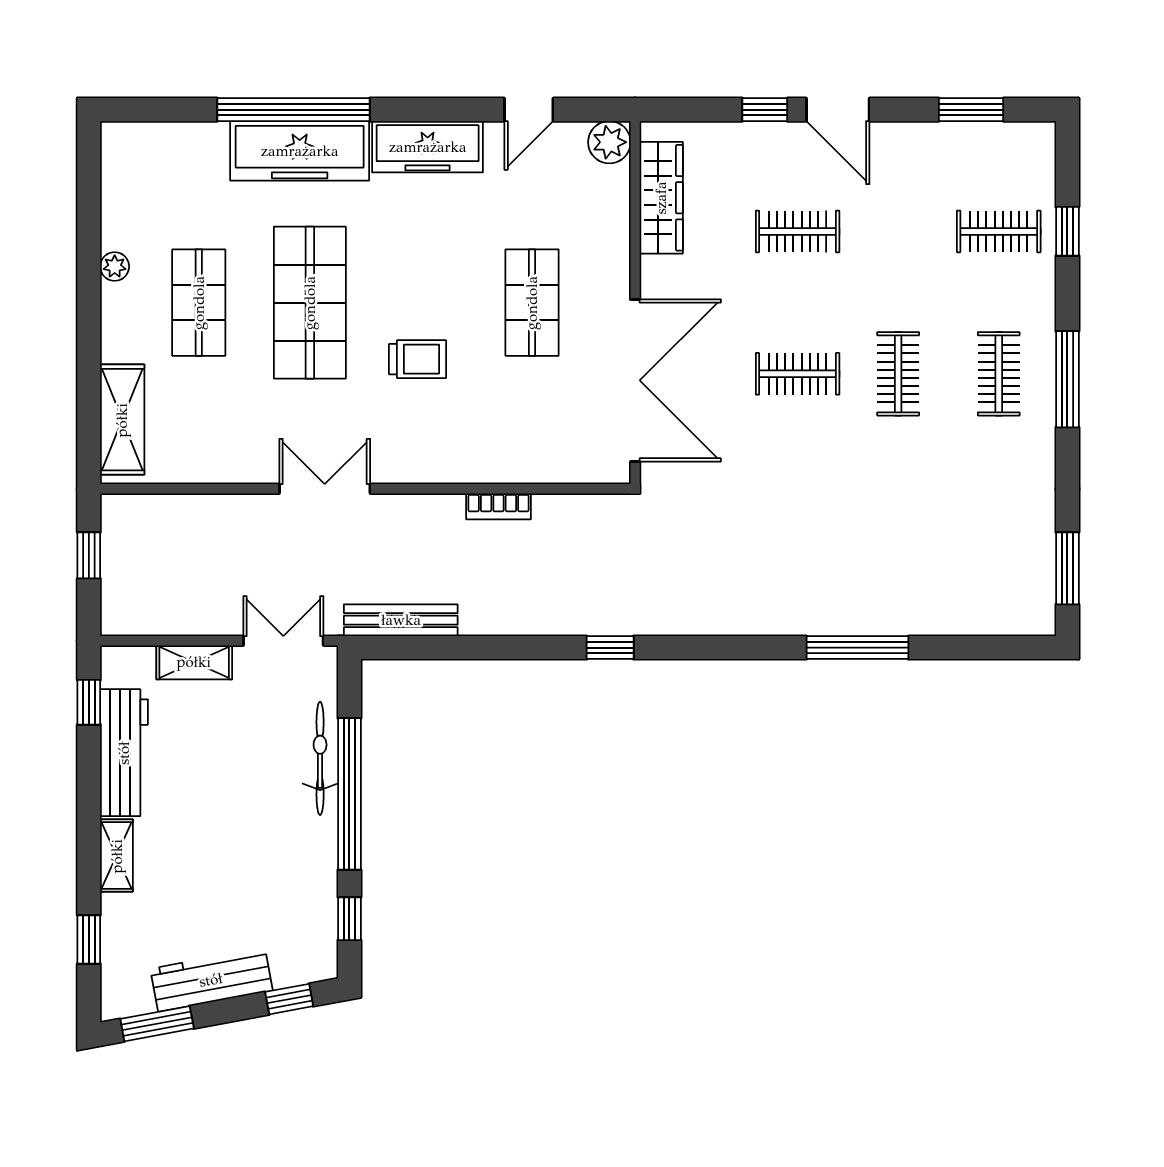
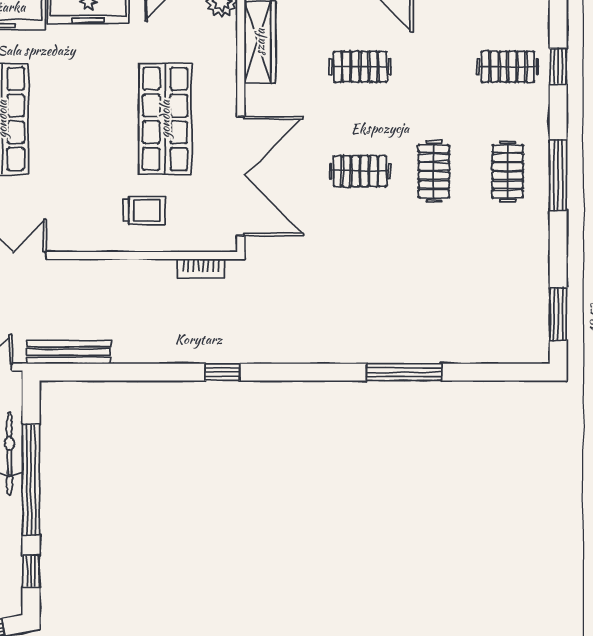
shop shelf: (532, 303) -> (165, 119), width x1.43, depth x1.36
trolley: (417, 359) -> (144, 211), moved
bookcase: (498, 506) -> (201, 268), moved

